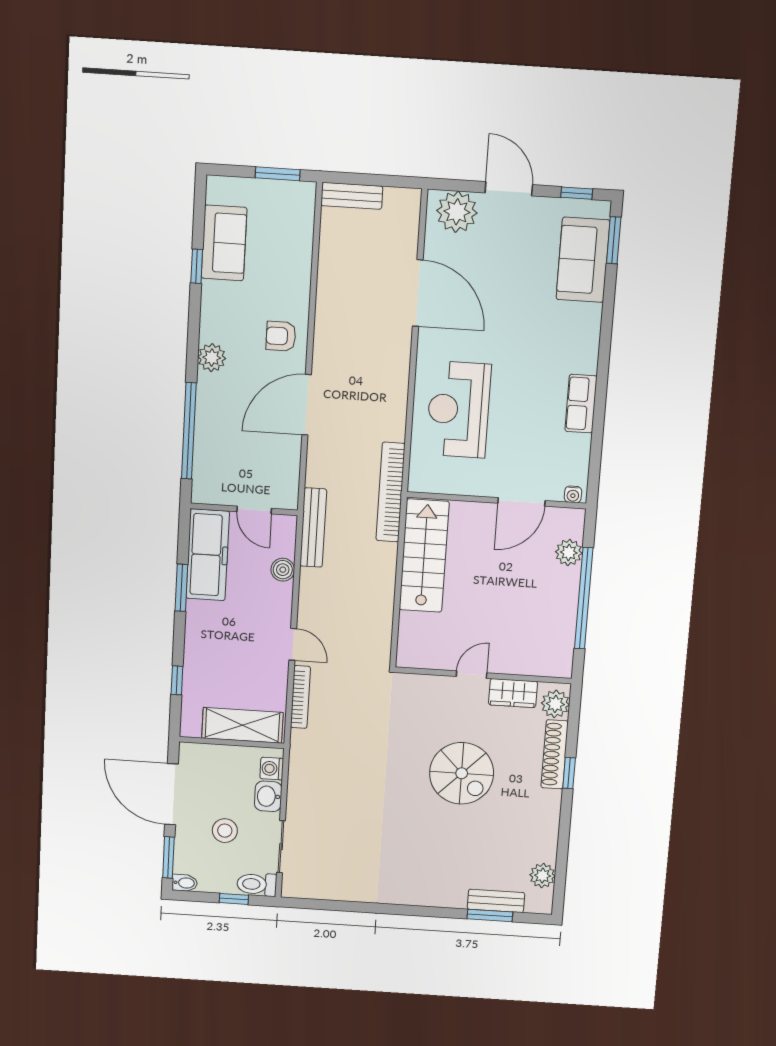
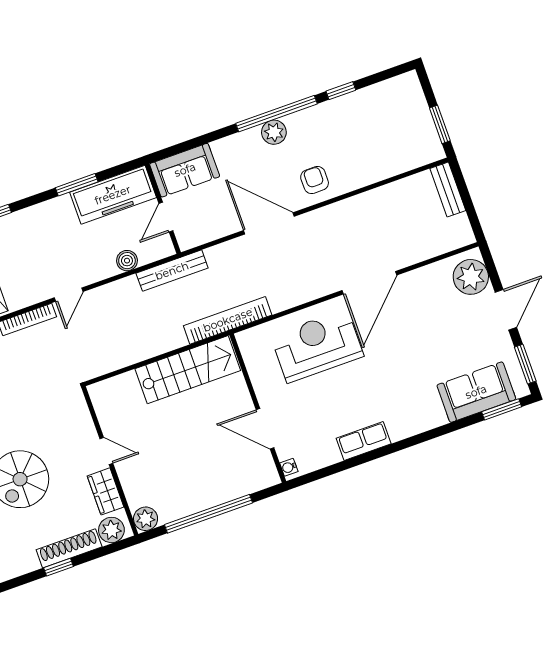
window: (577, 193) -> (525, 364), width x1.50
sofa: (224, 243) -> (185, 170), moved
door: (418, 293) -> (369, 283), moved
window: (189, 431) -> (276, 114), moved
plant: (569, 552) -> (146, 519), moved

